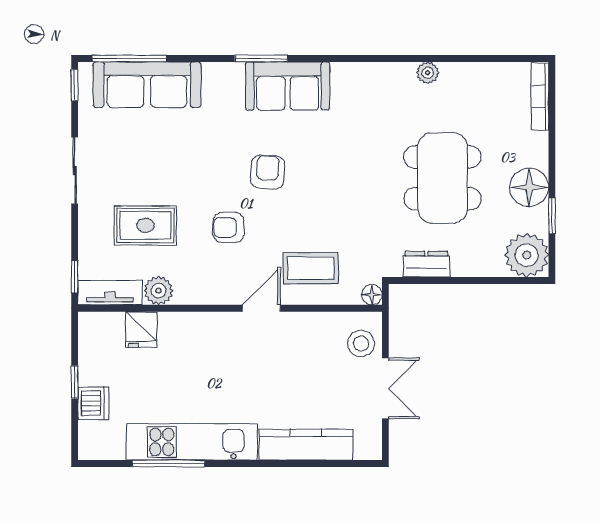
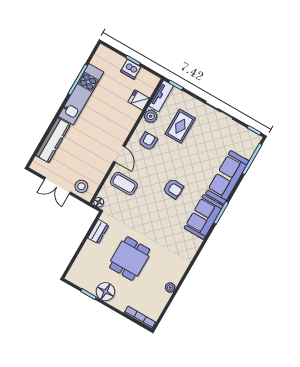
plant: (428, 73) -> (170, 288), moved
sofa: (147, 85) -> (227, 177), moved
dining table: (442, 178) -> (130, 259), width x0.73
armchair: (229, 227) -> (148, 141), moved
plant: (527, 255) -> (78, 275), removed
coffee table: (311, 268) -> (124, 184), turned 90
dishwasher: (93, 403) -> (131, 69), moved

